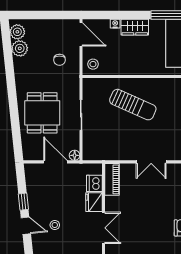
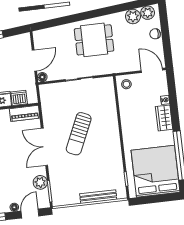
door: (81, 34) -> (152, 70), swing flipped
chair: (59, 60) -> (155, 34), moved
sun lounger: (133, 105) -> (79, 134), moved
dining table: (42, 113) -> (94, 40), moved
double door: (151, 162) -> (44, 147), width x1.37

